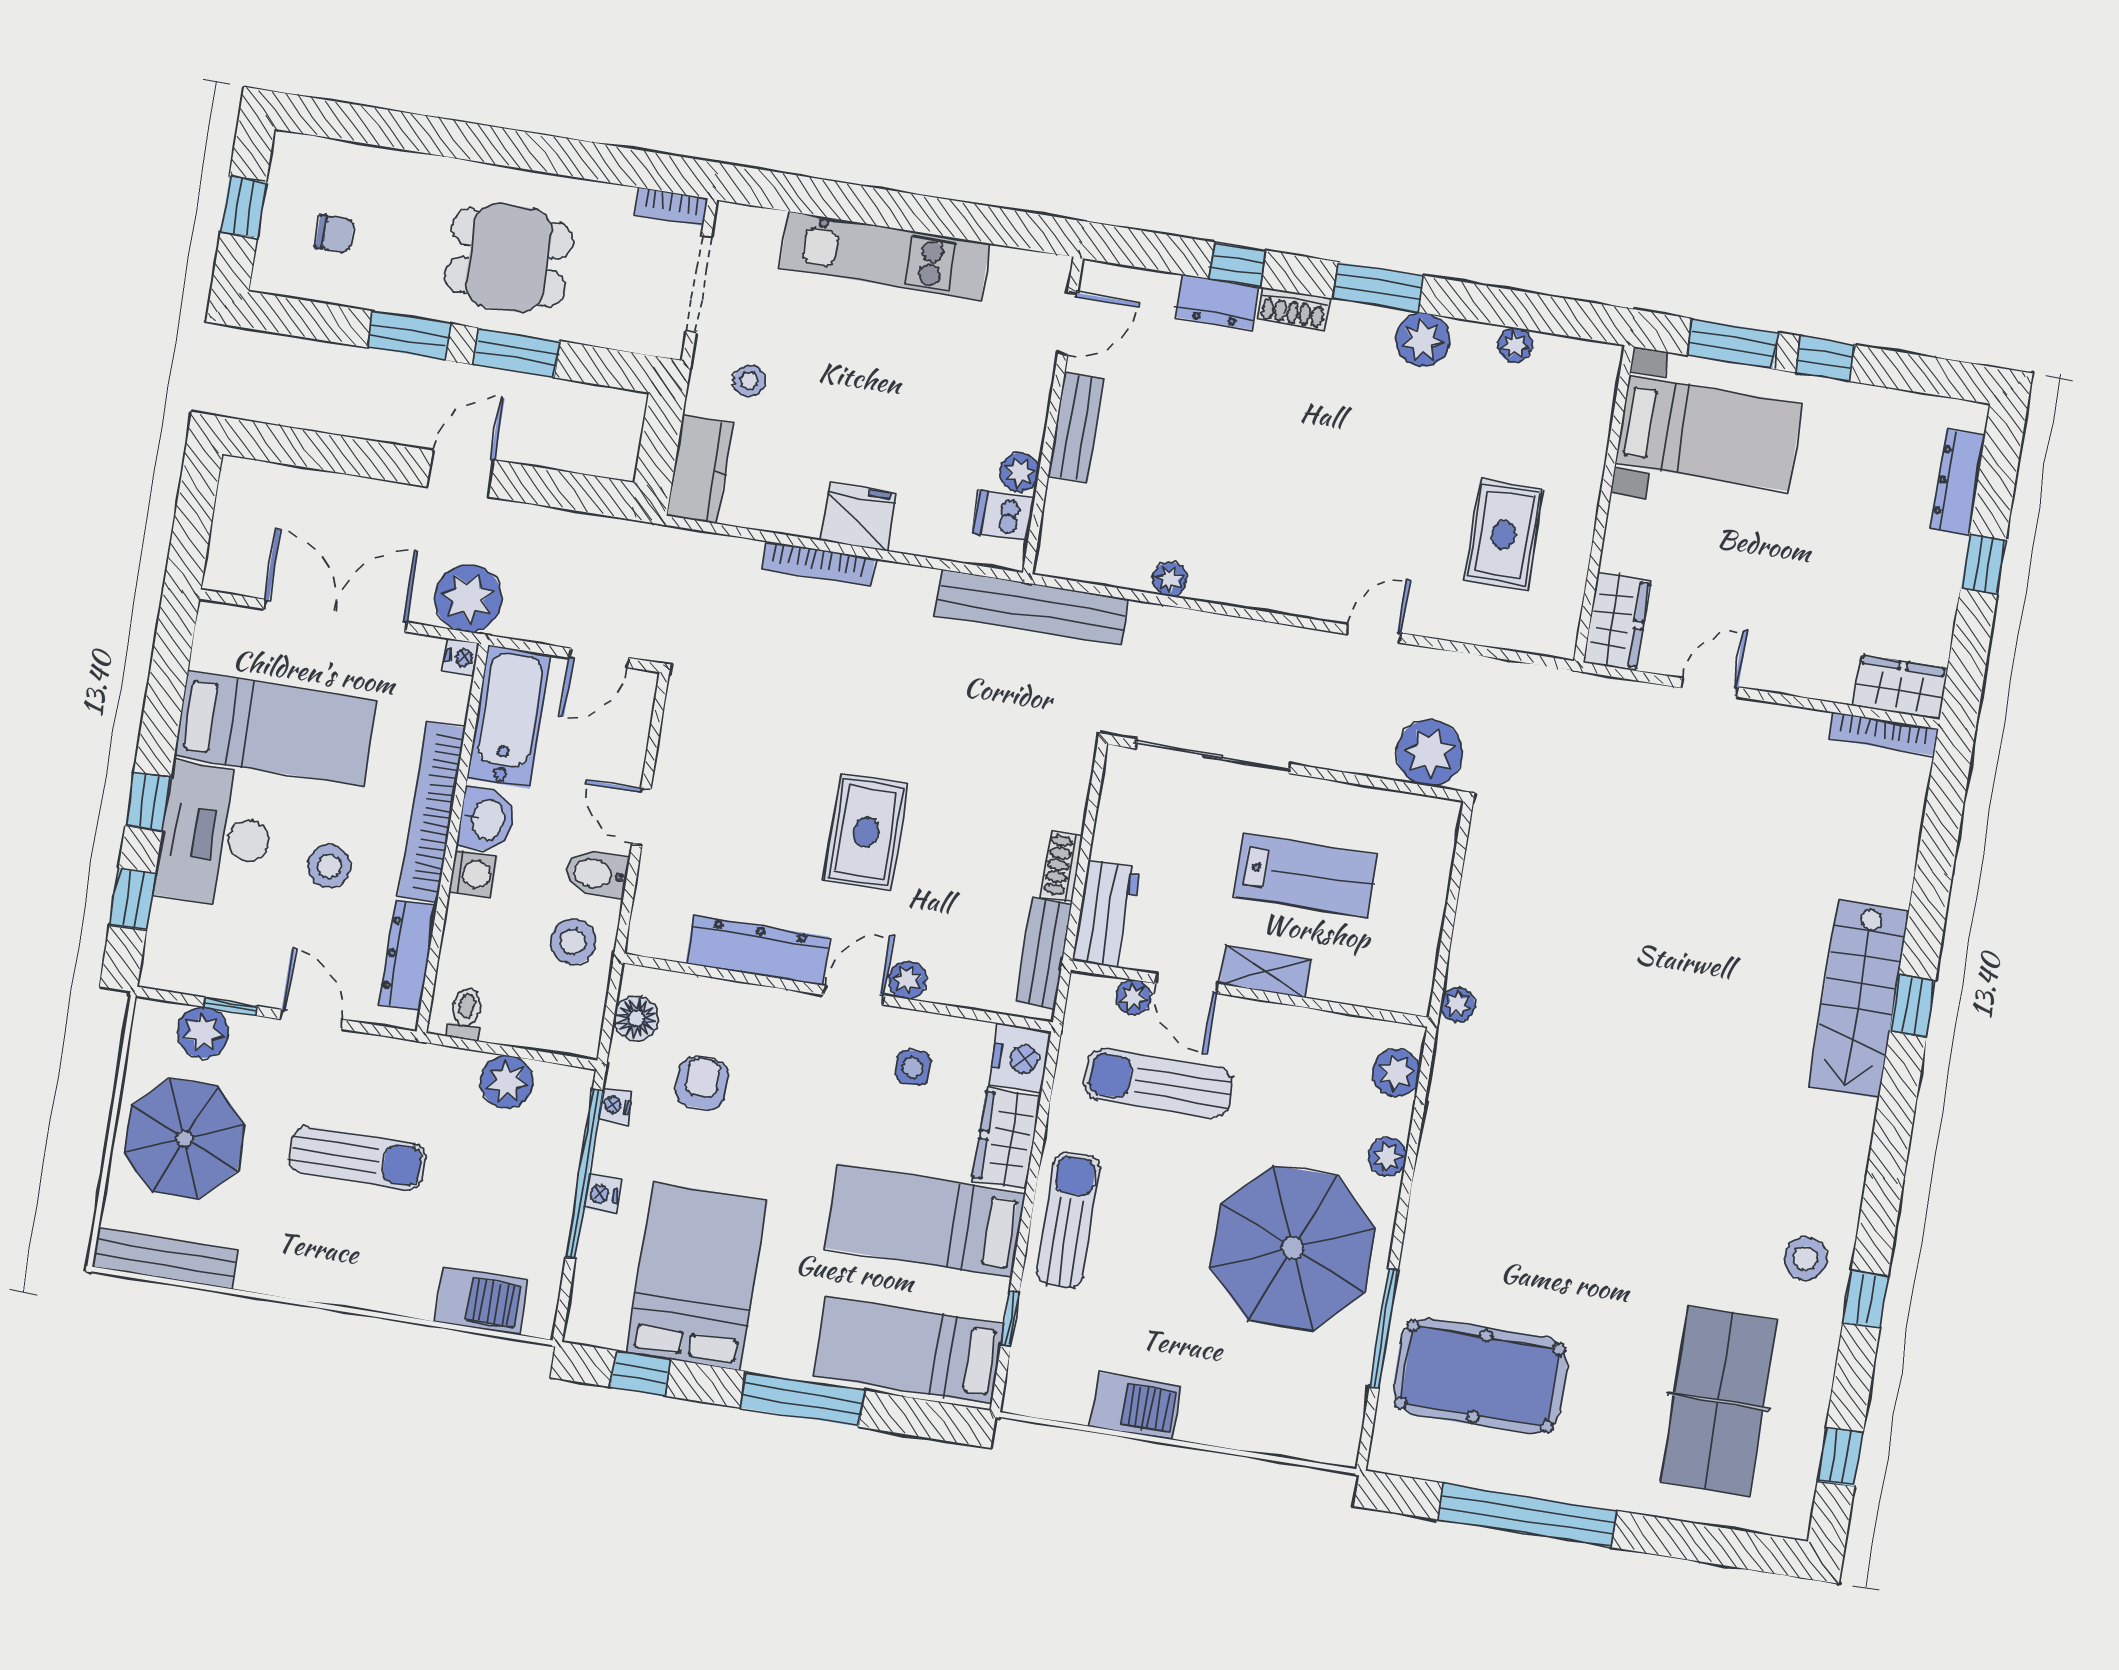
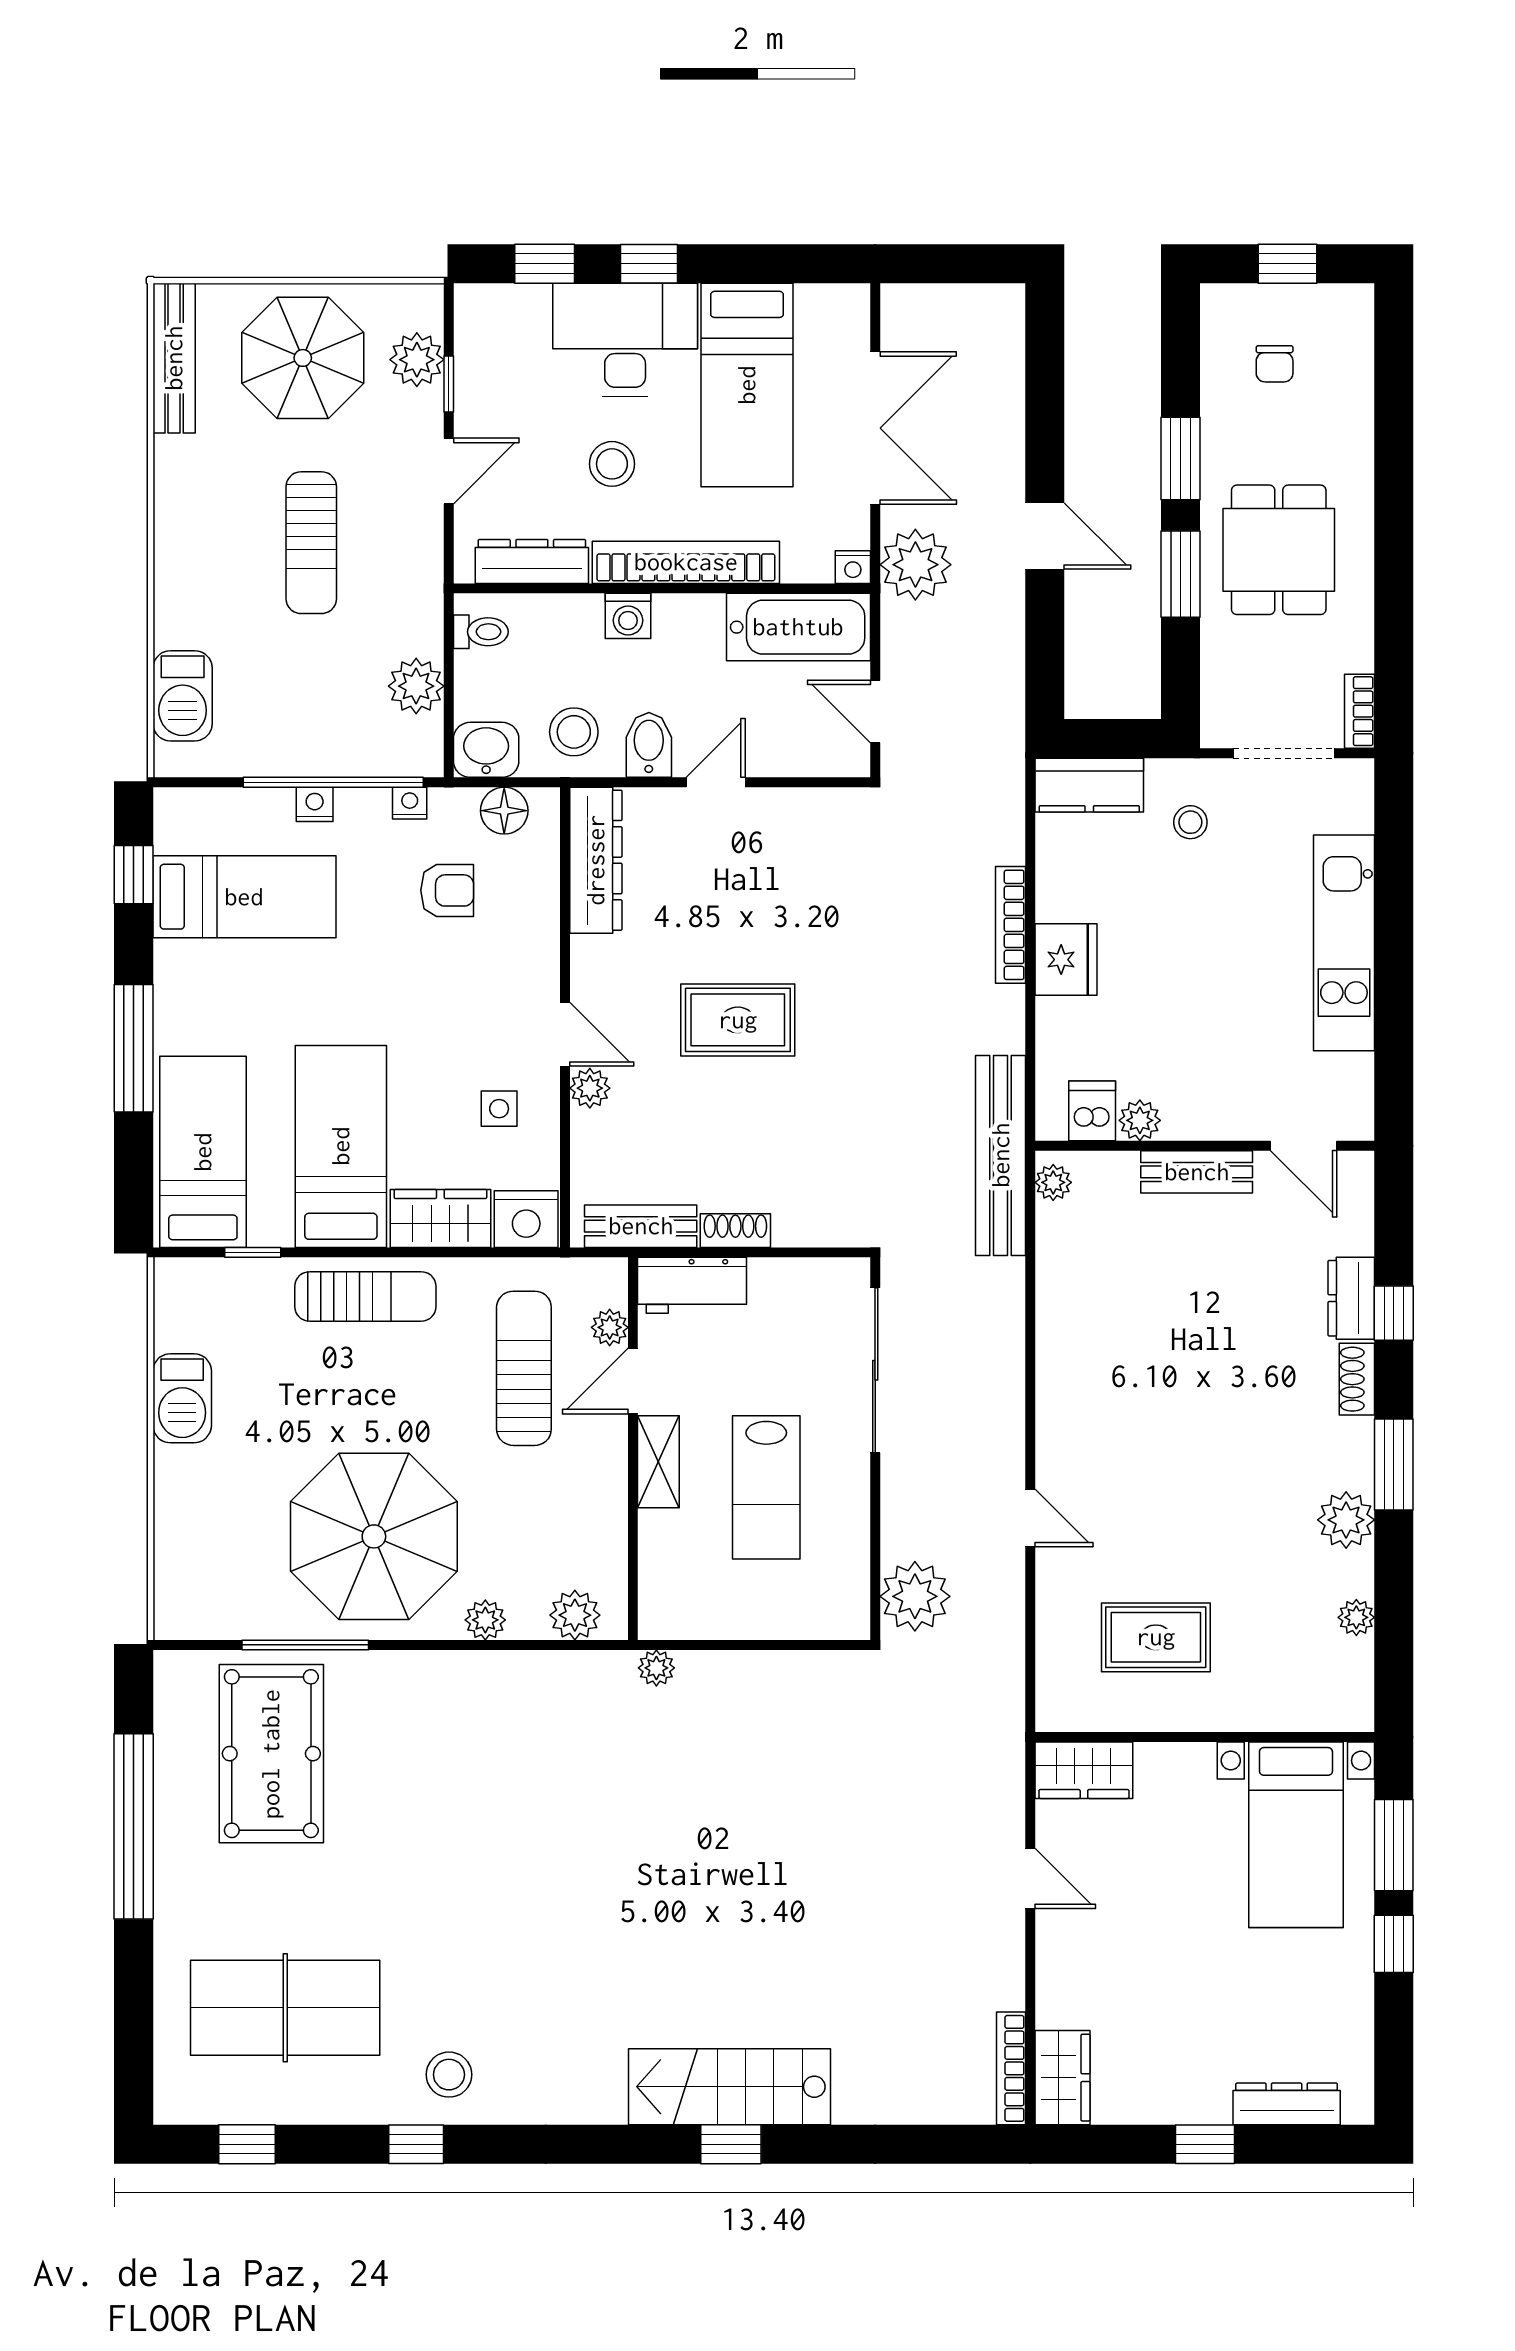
plant: (1170, 579) -> (1053, 1182), moved
washbasin: (487, 819) -> (486, 750), moved, turned 180
dresser: (758, 950) -> (596, 860), moved
bed: (697, 1276) -> (244, 897), width x0.67

